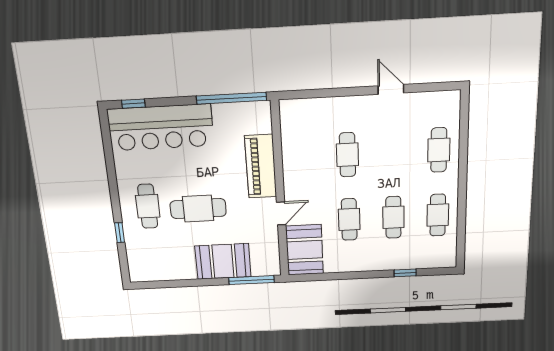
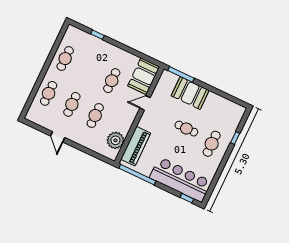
plant: (295, 133) -> (115, 140), added
piano: (261, 166) -> (136, 146), moved
cafe table: (198, 209) -> (186, 129), width x0.73, depth x0.74
cafe table: (393, 217) -> (72, 104), moved

